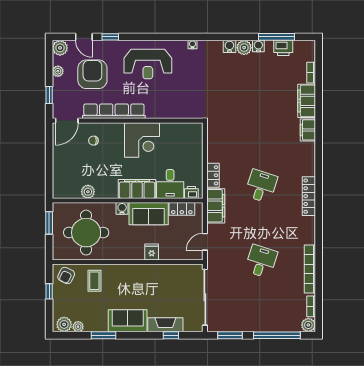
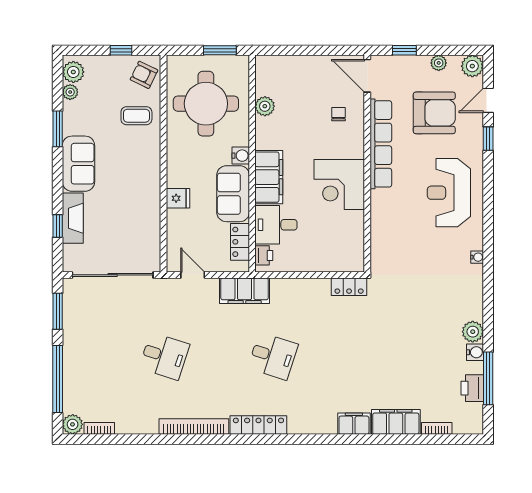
water cooler: (229, 46) -> (474, 311), removed
locker: (213, 175) -> (349, 287), moved
bookcase: (310, 269) -> (194, 427), moved

